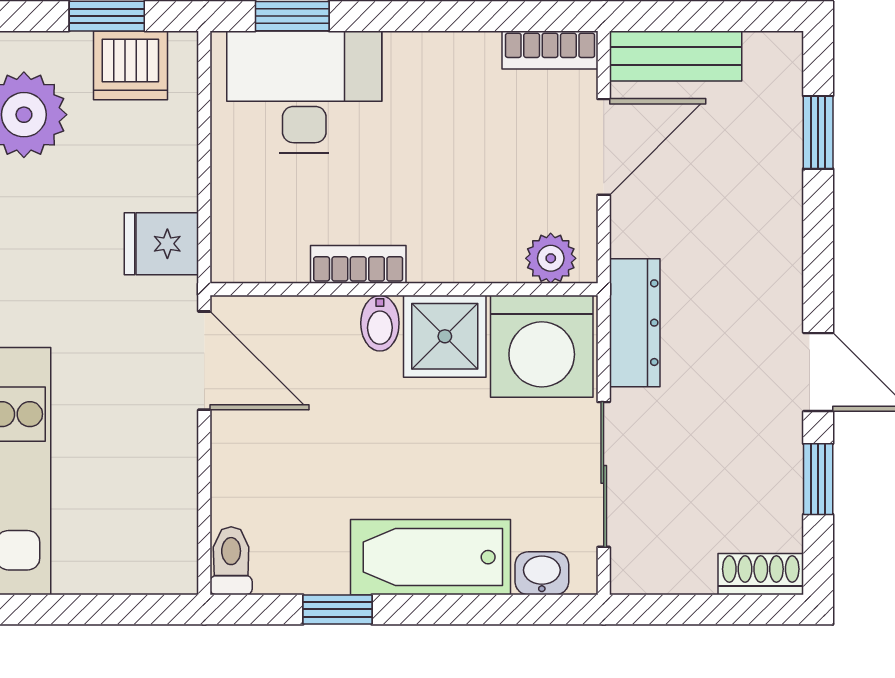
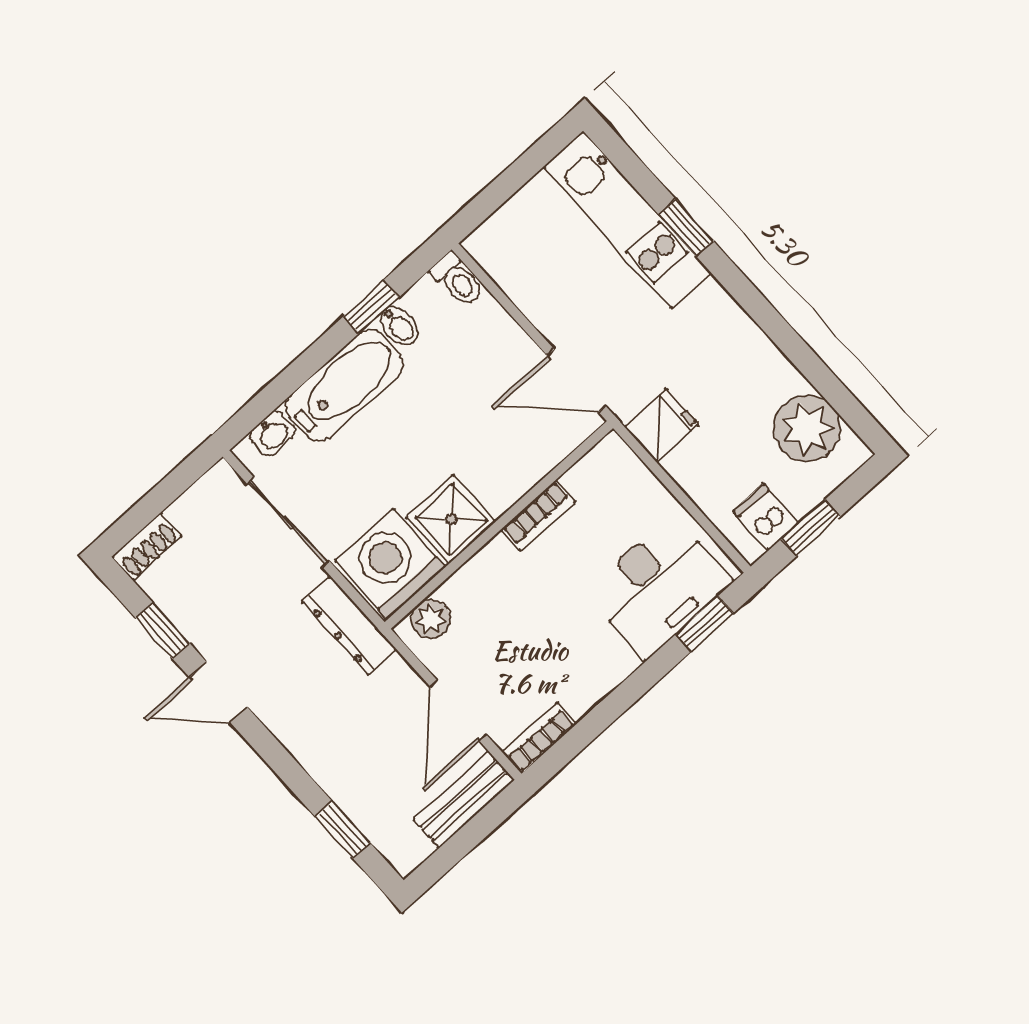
dishwasher: (130, 65) -> (766, 517), width x0.73
bidet: (380, 323) -> (399, 326), moved, turned 180

